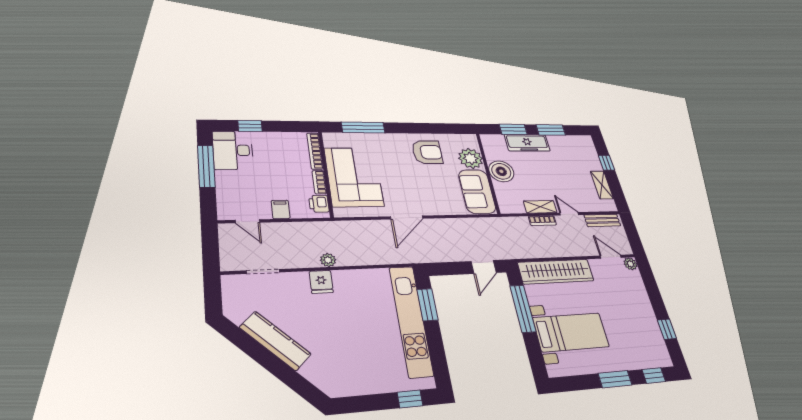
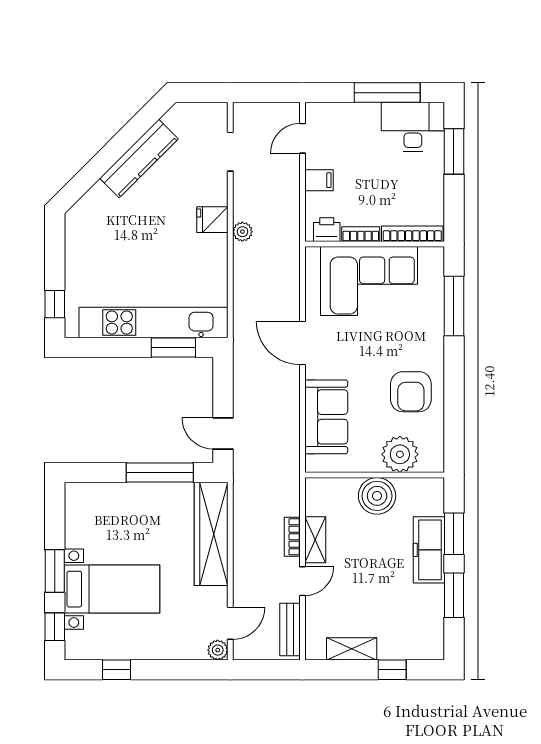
window: (250, 126) -> (454, 151), width x1.50
sofa: (477, 191) -> (326, 417), moved, turned 90
bed with nightstands: (571, 332) -> (112, 589), moved, turned -90

